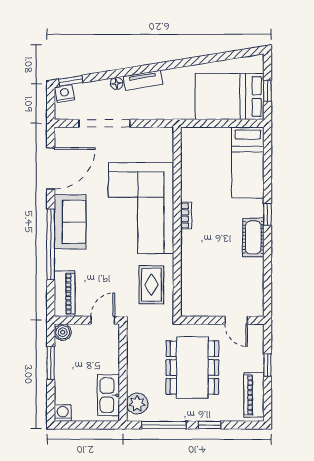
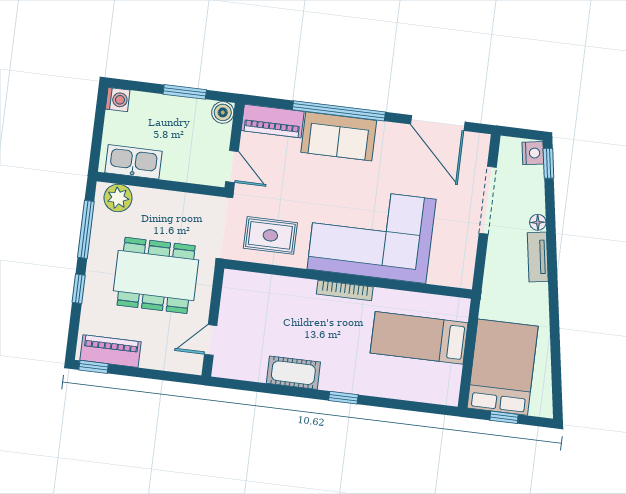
bed: (248, 163) -> (419, 338), moved
bookcase: (186, 216) -> (345, 290), width x1.56
sofa: (70, 222) -> (339, 136), moved
cot: (253, 237) -> (293, 373), moved
window: (267, 365) -> (94, 367), moved

